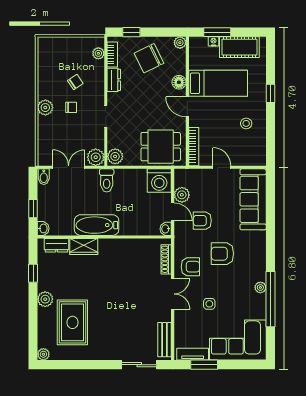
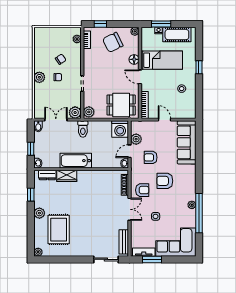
dresser: (114, 80) -> (88, 58), removed
door: (173, 212) -> (130, 151), swing flipped

